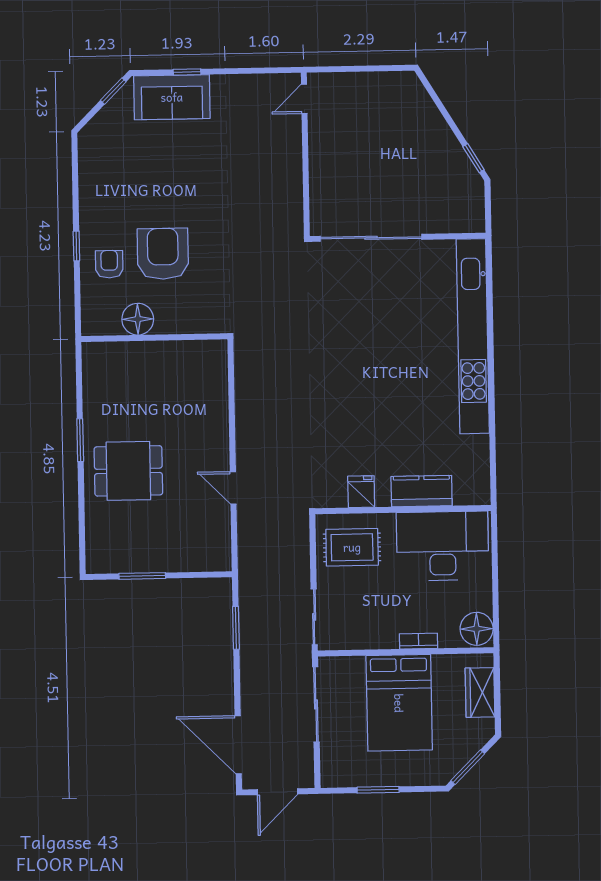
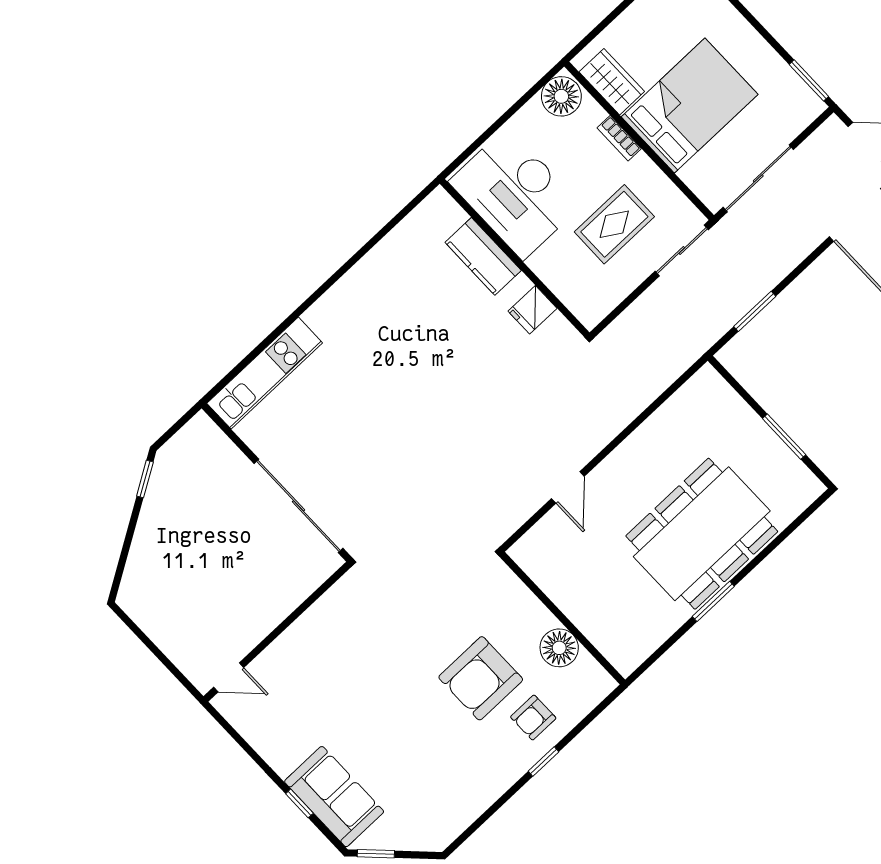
kitchen unit: (473, 336) -> (265, 373), width x0.54
dining table: (128, 471) -> (702, 534), width x1.88, depth x1.24
door: (233, 488) -> (568, 487), moved
rug: (352, 547) -> (614, 224), moved, turned 90
wardrobe: (480, 692) -> (612, 82), moved, turned -90
window: (378, 790) -> (809, 80), moved

